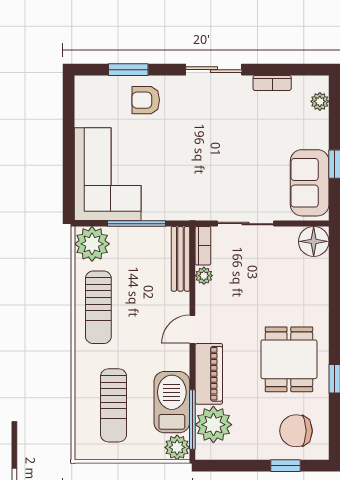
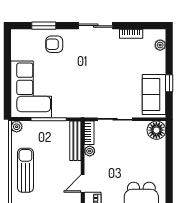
plant: (92, 244) -> (17, 127), width x0.53, depth x0.53
sun lounger: (98, 307) -> (25, 170), turned 180

